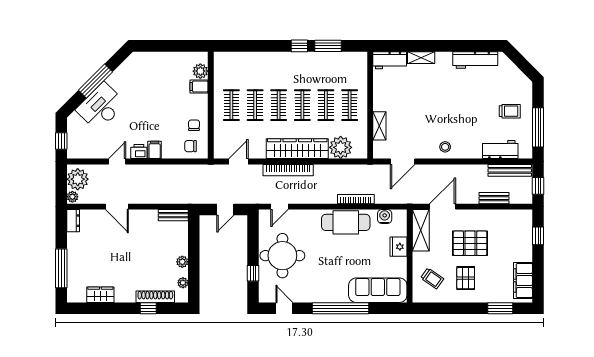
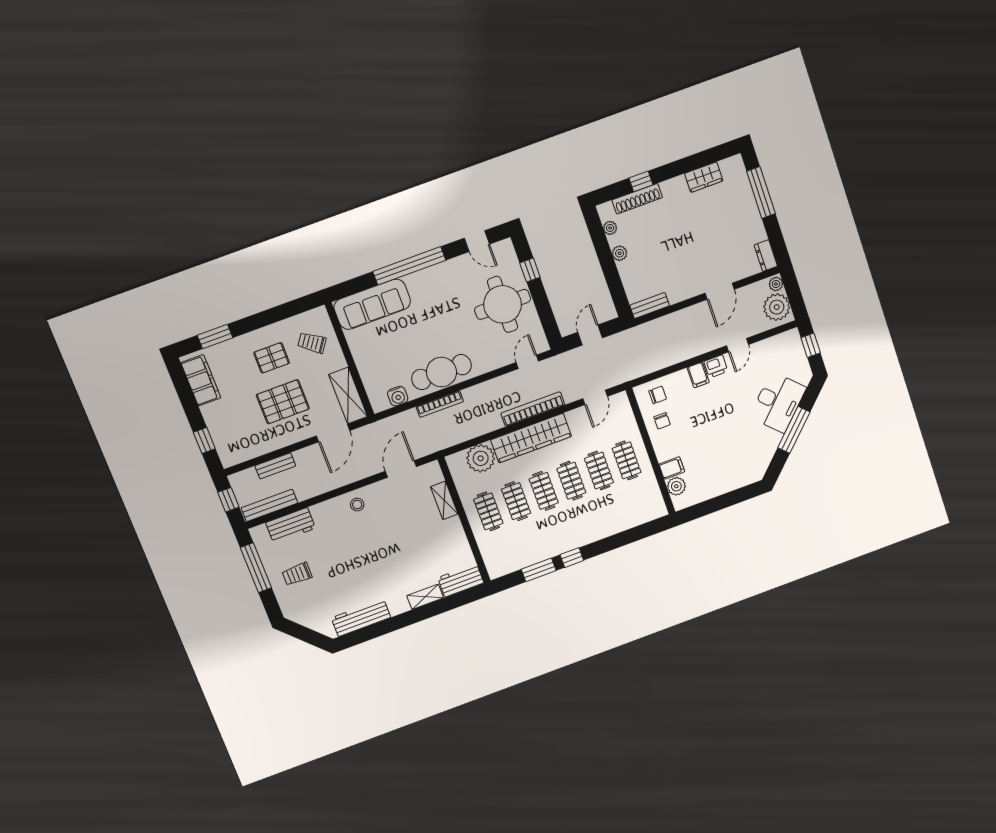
door: (117, 207) -> (720, 291), swing flipped
fridge: (398, 247) -> (367, 366), removed
pallet: (466, 278) -> (272, 358), turned 90

